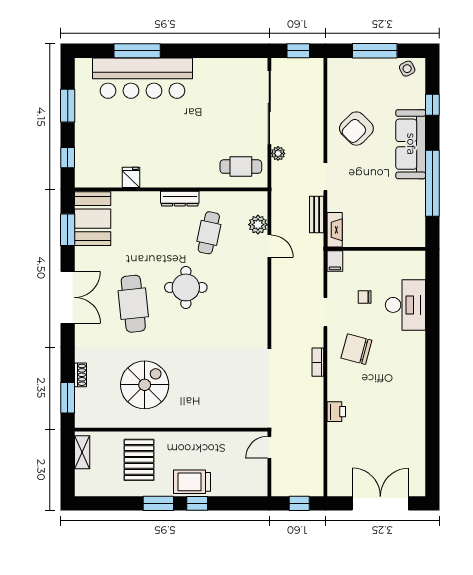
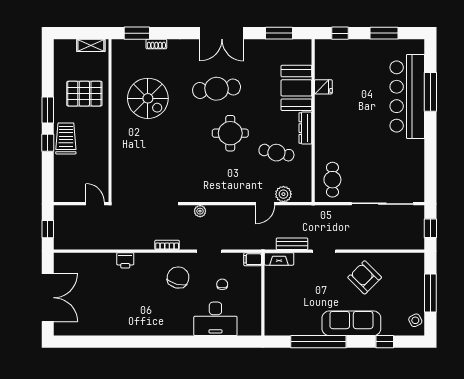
plant: (278, 153) -> (200, 211), moved
booth: (93, 219) -> (296, 88), moved, turned 90

